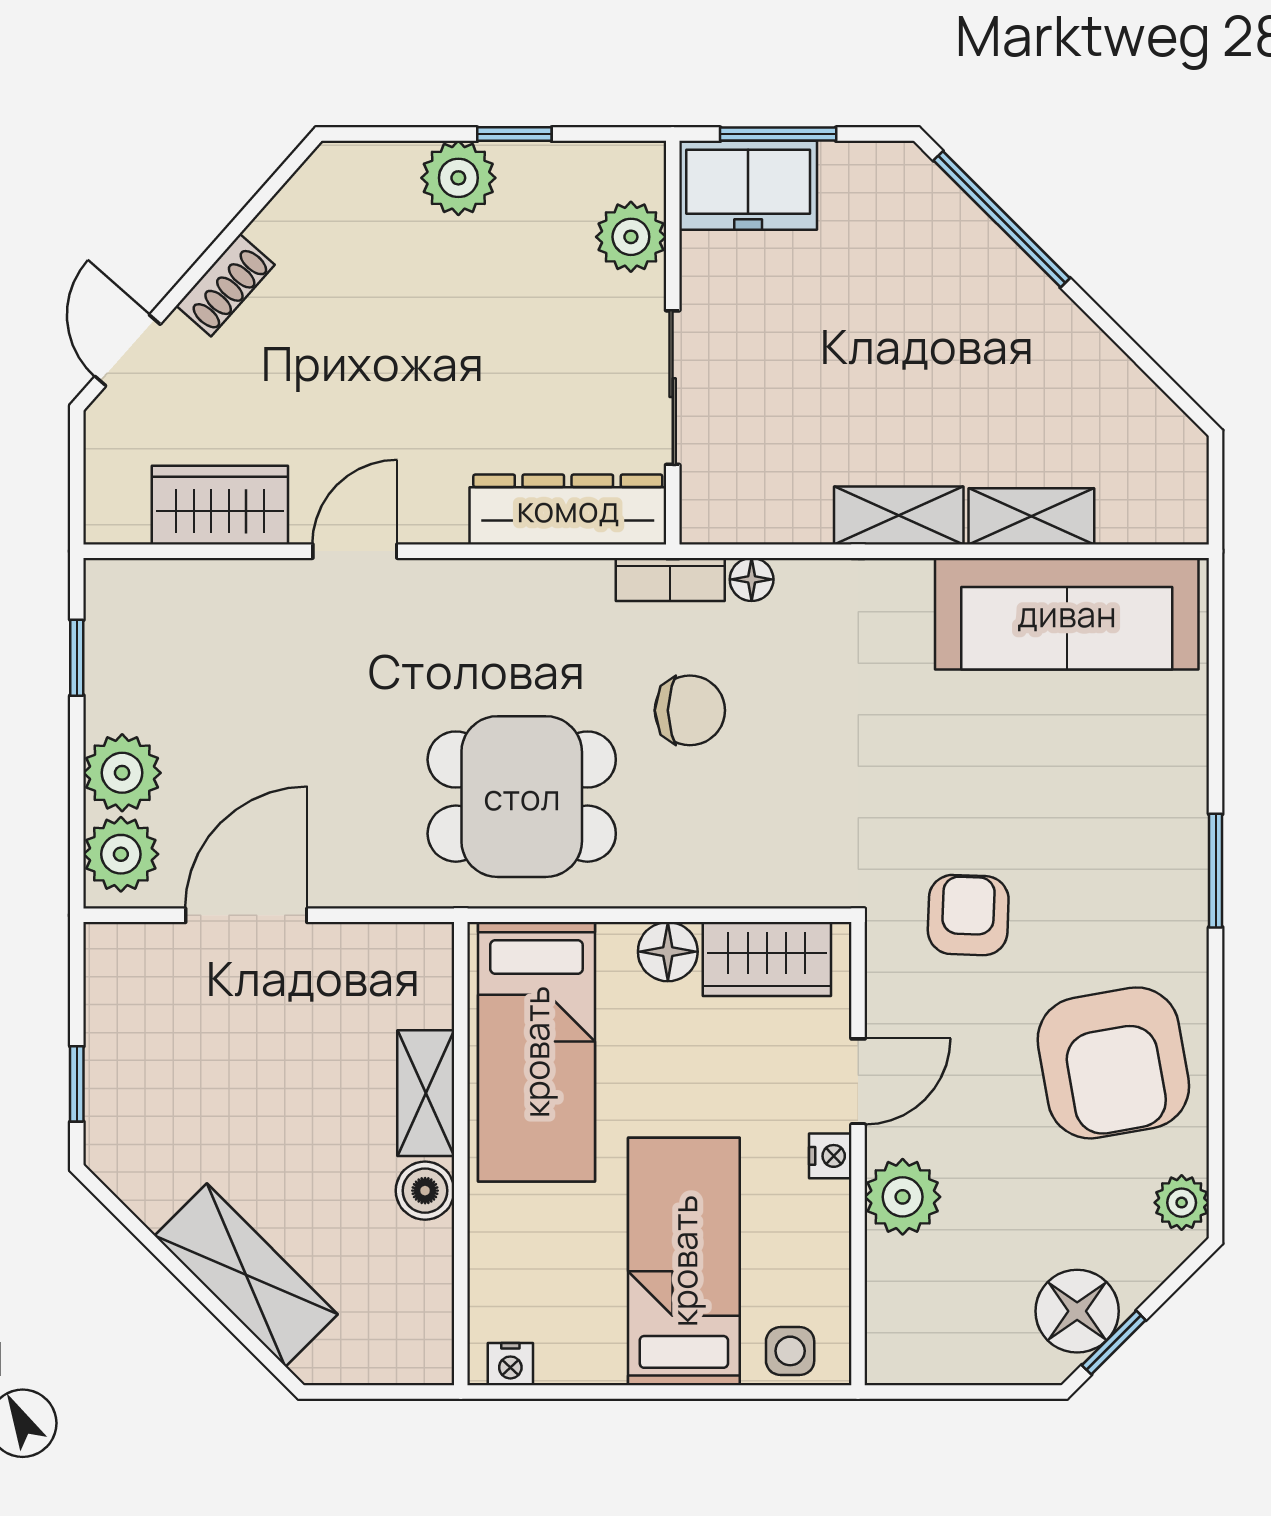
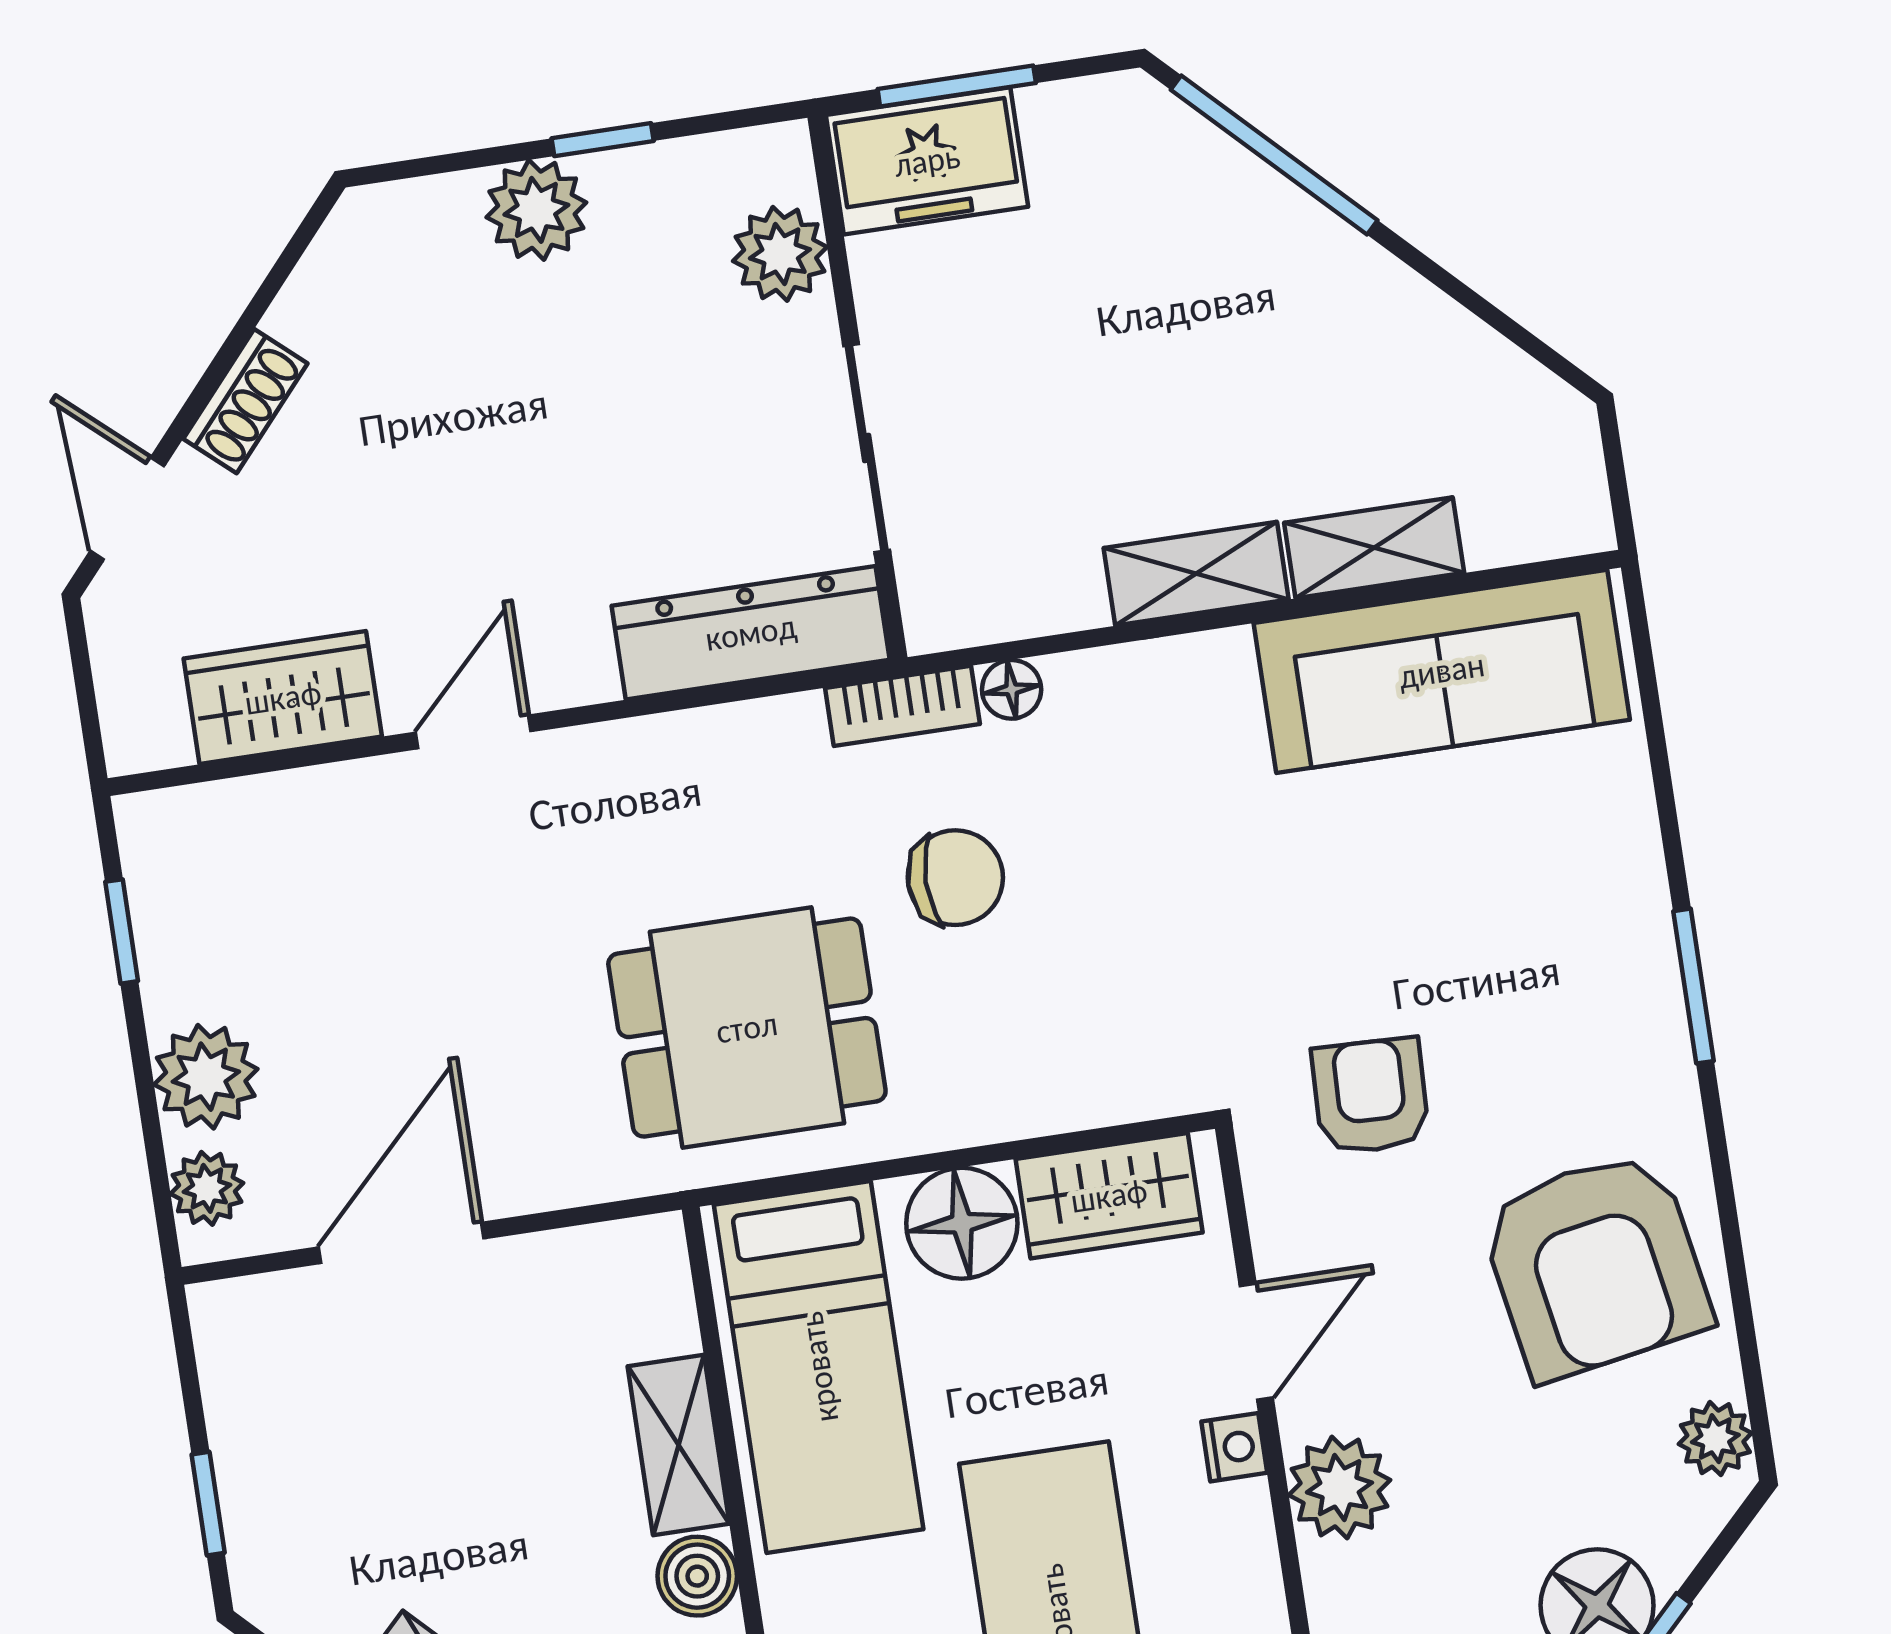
plant: (121, 854) -> (207, 1188), width x0.73, depth x0.73
floor lamp: (668, 952) -> (962, 1223), width x1.38, depth x1.38

